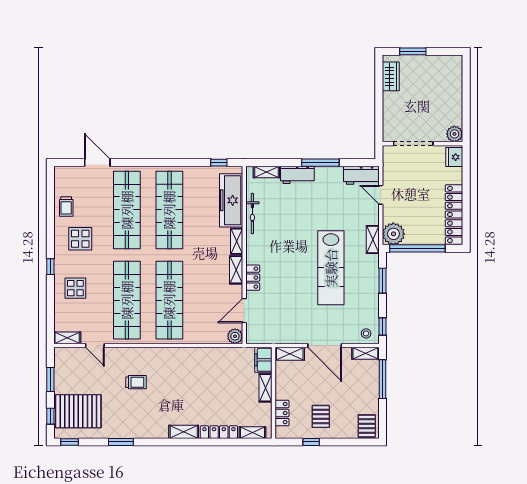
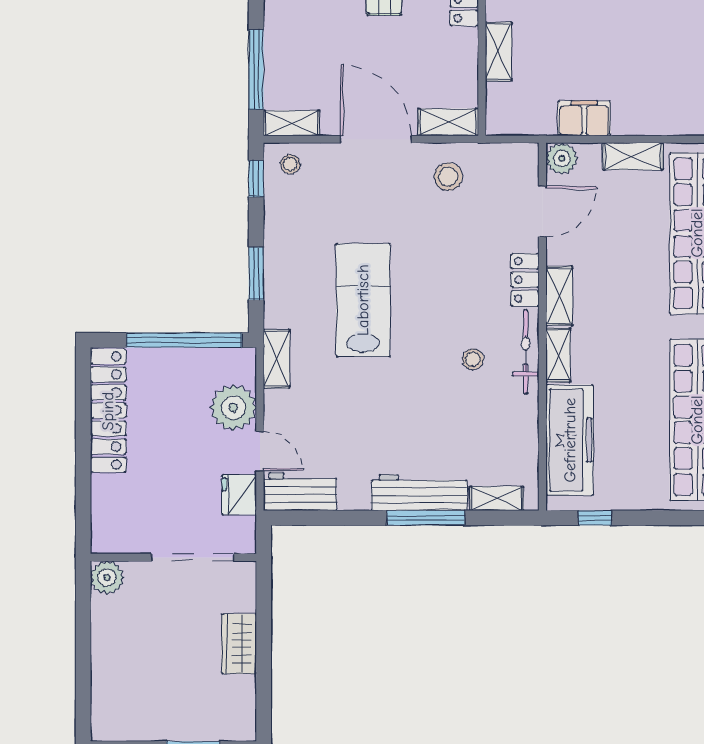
wardrobe: (391, 76) -> (239, 644), moved
fridge: (454, 157) -> (239, 495), moved, turned 180
window: (320, 163) -> (426, 518), moved
workbench: (297, 175) -> (419, 493), width x1.38
bicycle: (252, 213) -> (526, 352), moved
plant: (393, 234) -> (233, 408), moved
stool: (278, 239) -> (473, 359), added
lab bench: (331, 268) -> (363, 300), width x0.73
stool: (290, 327) -> (448, 177), added
shelving: (201, 337) -> (633, 156), added
filing cabinet: (263, 360) -> (584, 118), moved, turned -90

